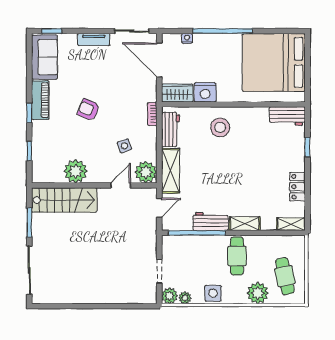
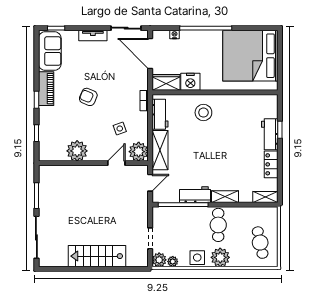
workbench: (287, 116) -> (270, 134), moved, turned 90
stairs: (64, 200) -> (97, 256), moved, turned 180
plant: (258, 293) -> (220, 257), moved

